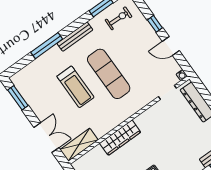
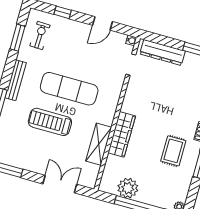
window: (155, 24) -> (63, 12), moved
treadmill: (75, 87) -> (50, 122), turned 180
shelving: (79, 145) -> (99, 144), moved

